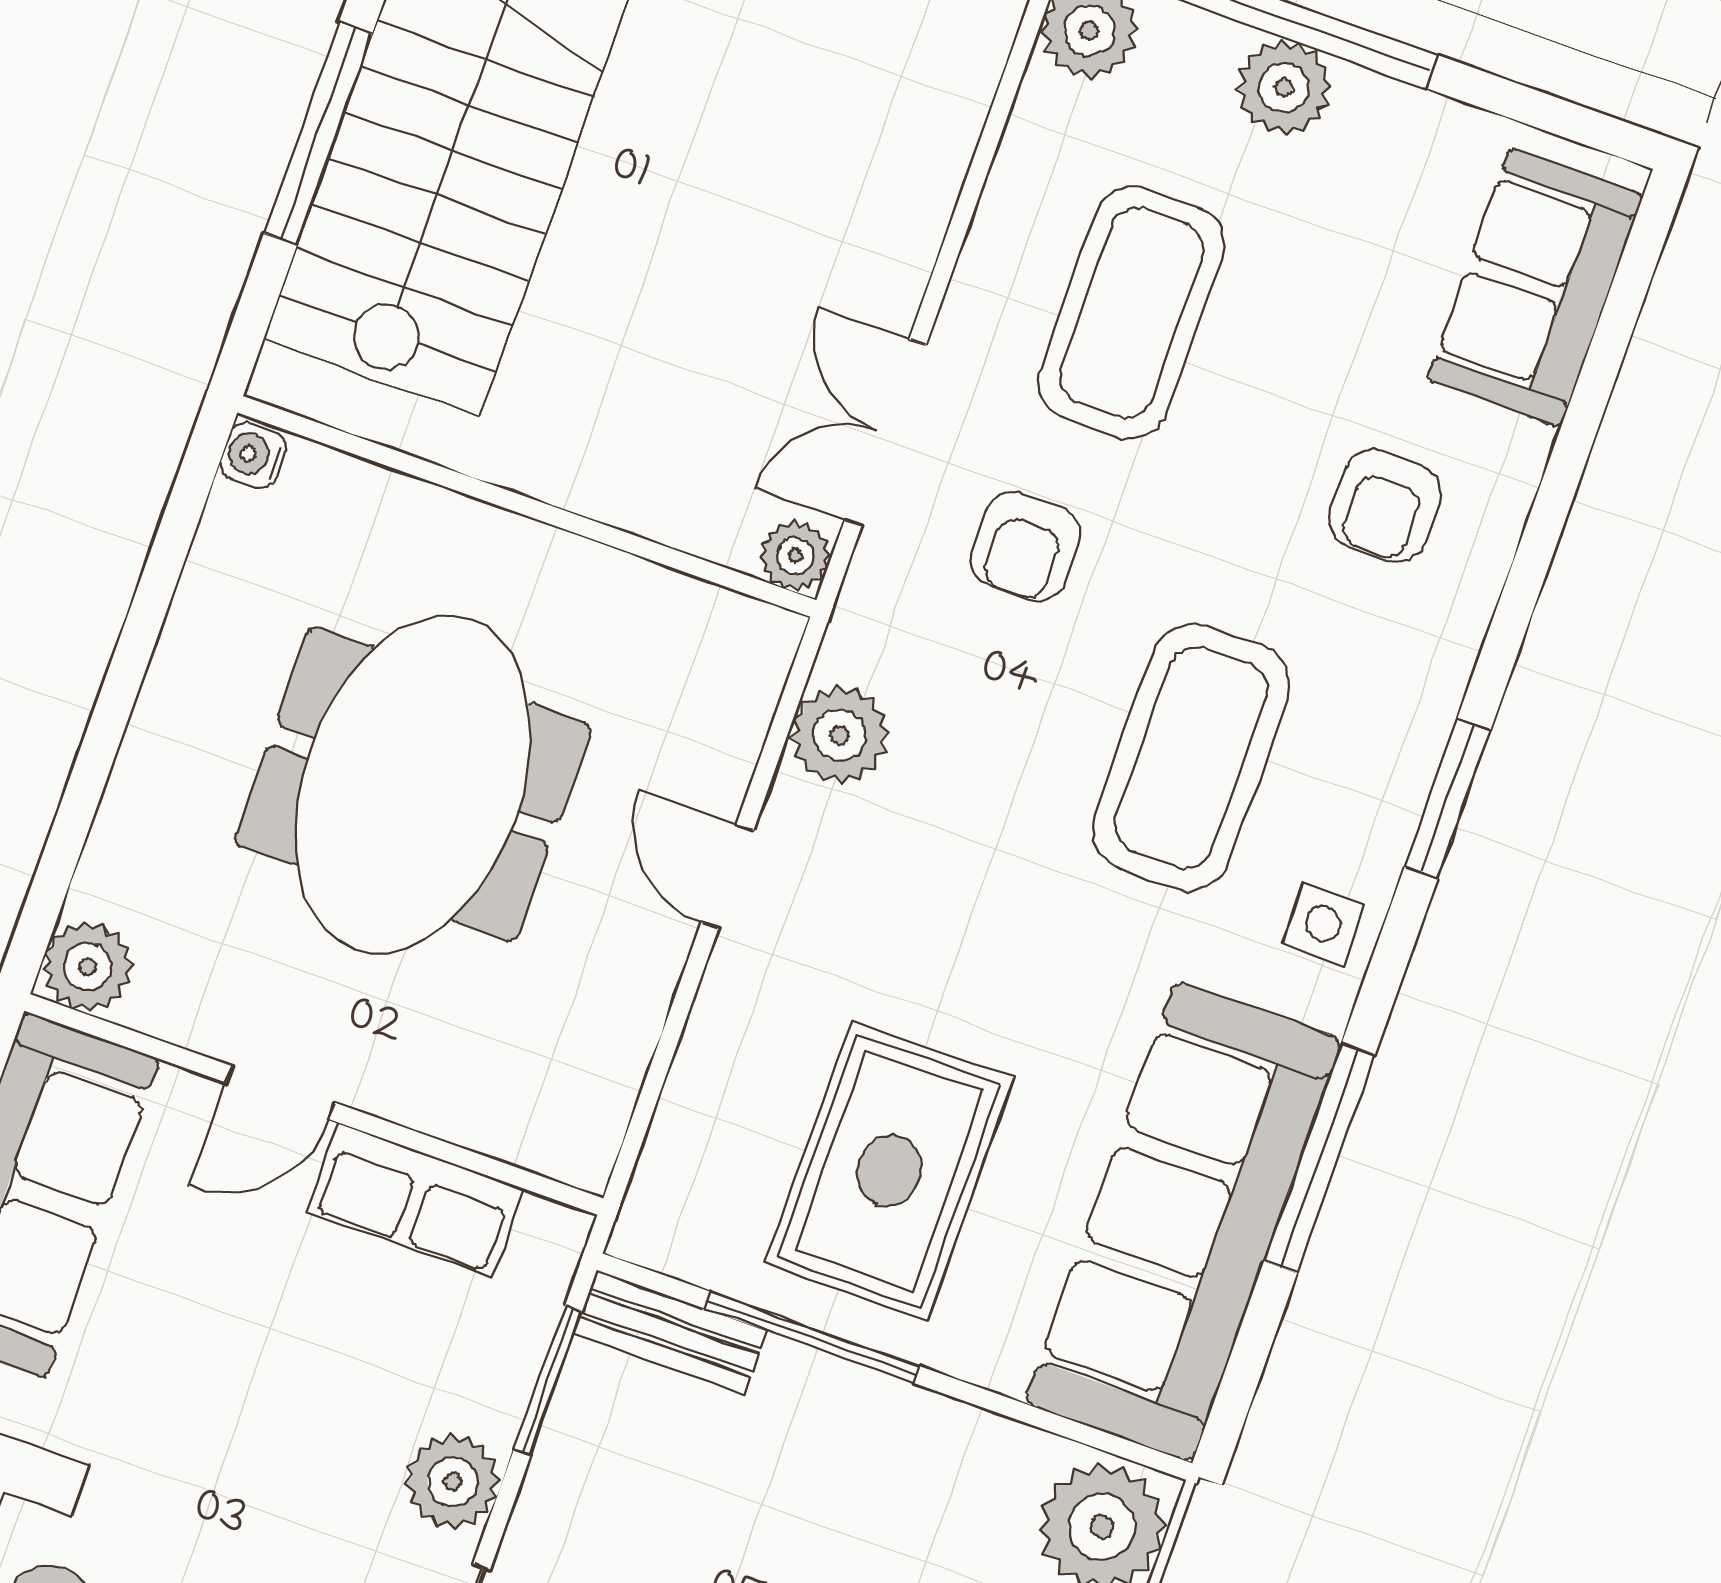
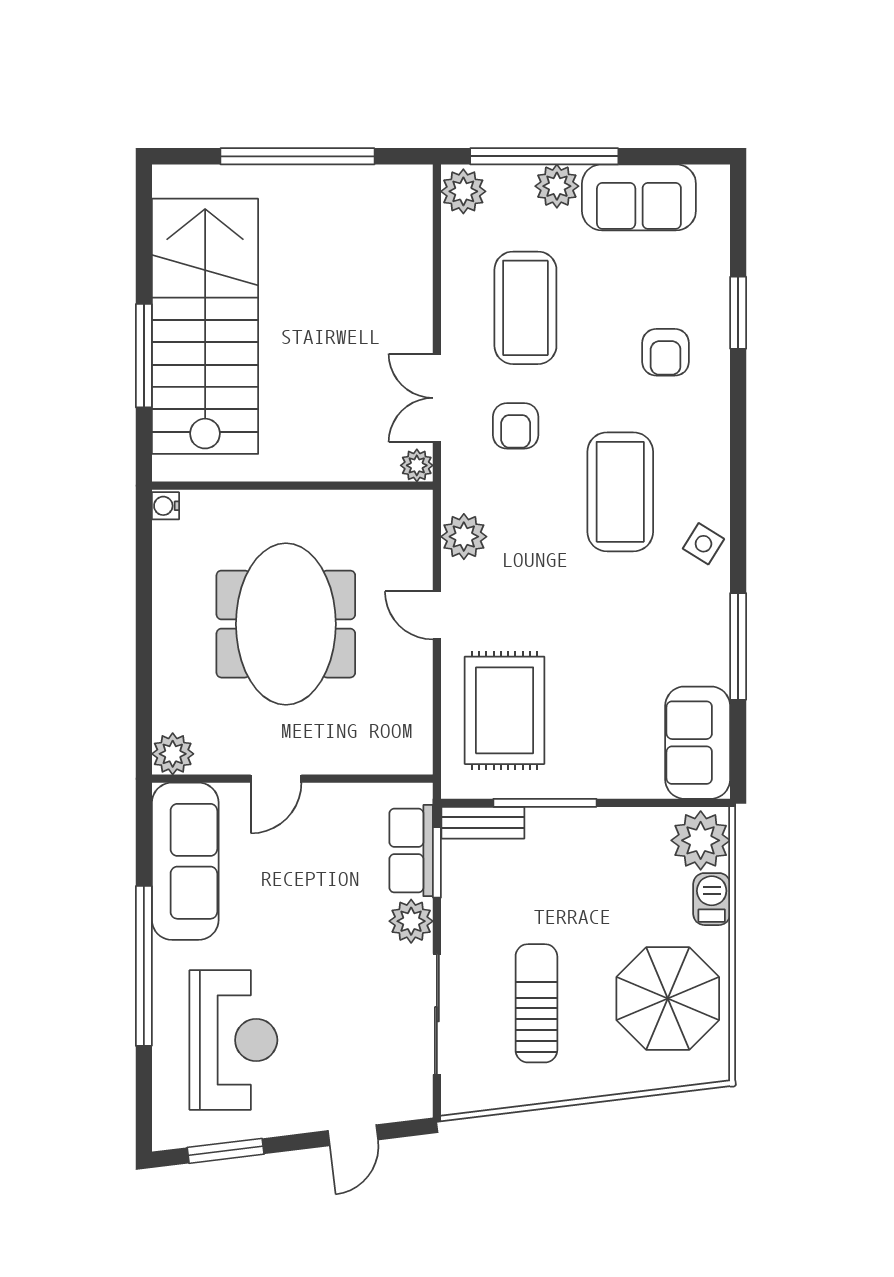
sofa: (1535, 287) -> (639, 197), moved, turned -90
window: (1447, 799) -> (738, 313), moved
side table: (1323, 924) -> (703, 544), turned 32
rug: (889, 1171) -> (505, 710), moved
row of seats: (415, 1200) -> (411, 851), moved, turned 90
sofa: (1184, 1222) -> (698, 743), width x0.54, depth x0.79

